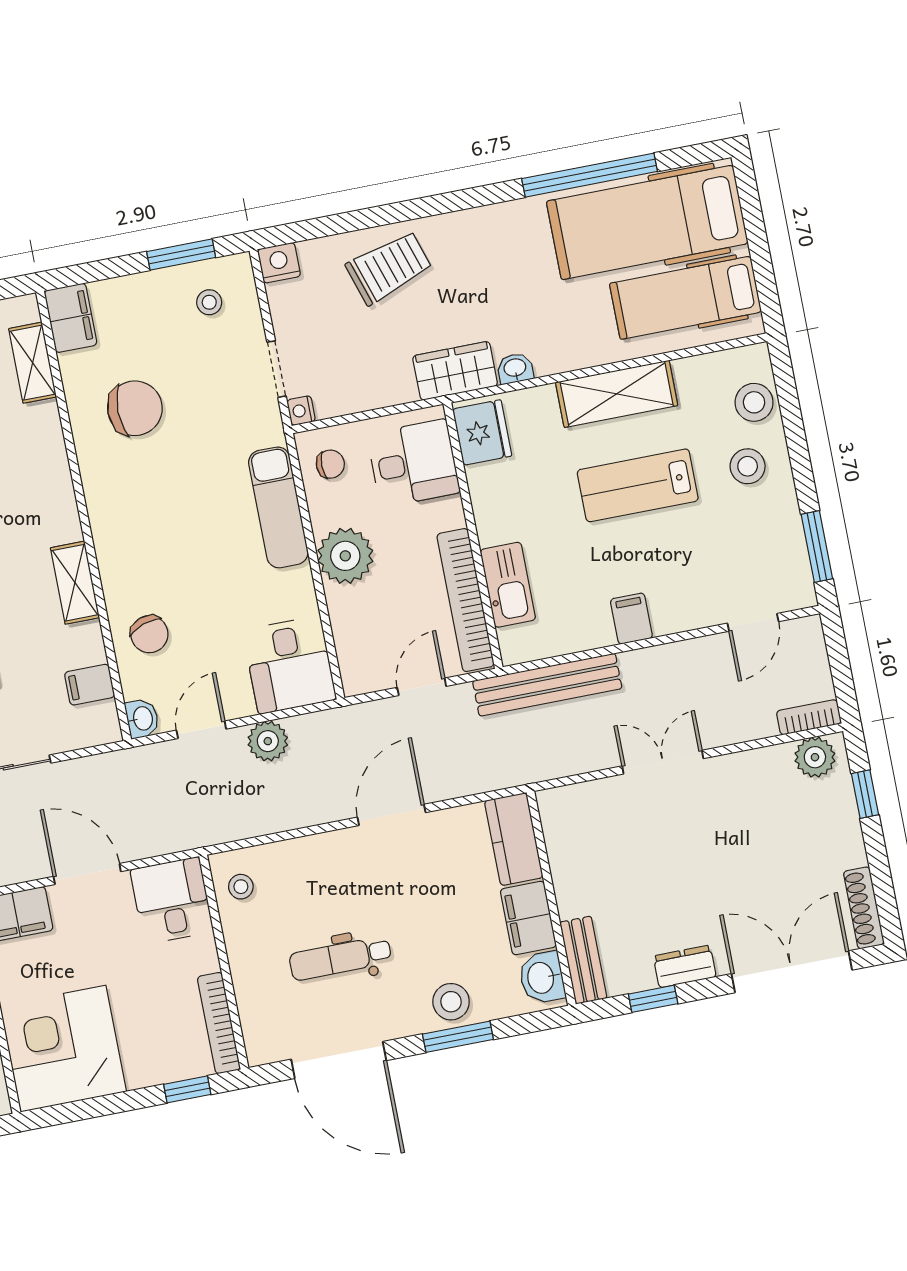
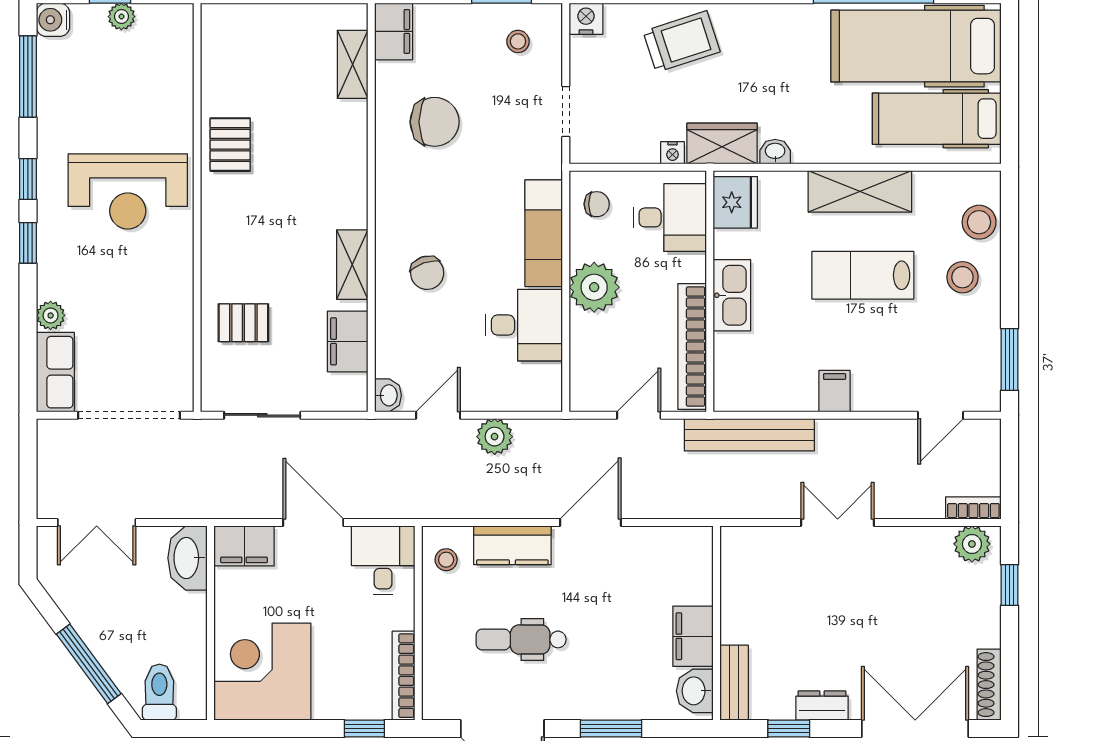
nightstand: (301, 411) -> (672, 153), moved, turned -90
kitchen sink: (508, 585) -> (732, 295), moved
chair: (149, 634) -> (427, 273), moved
desk: (289, 665) -> (524, 325), moved, turned -90
filing cabinet: (90, 685) -> (348, 341), width x2.00
kitchen counter: (514, 839) -> (512, 545), moved, turned -90
stool: (451, 1002) -> (611, 697), removed

